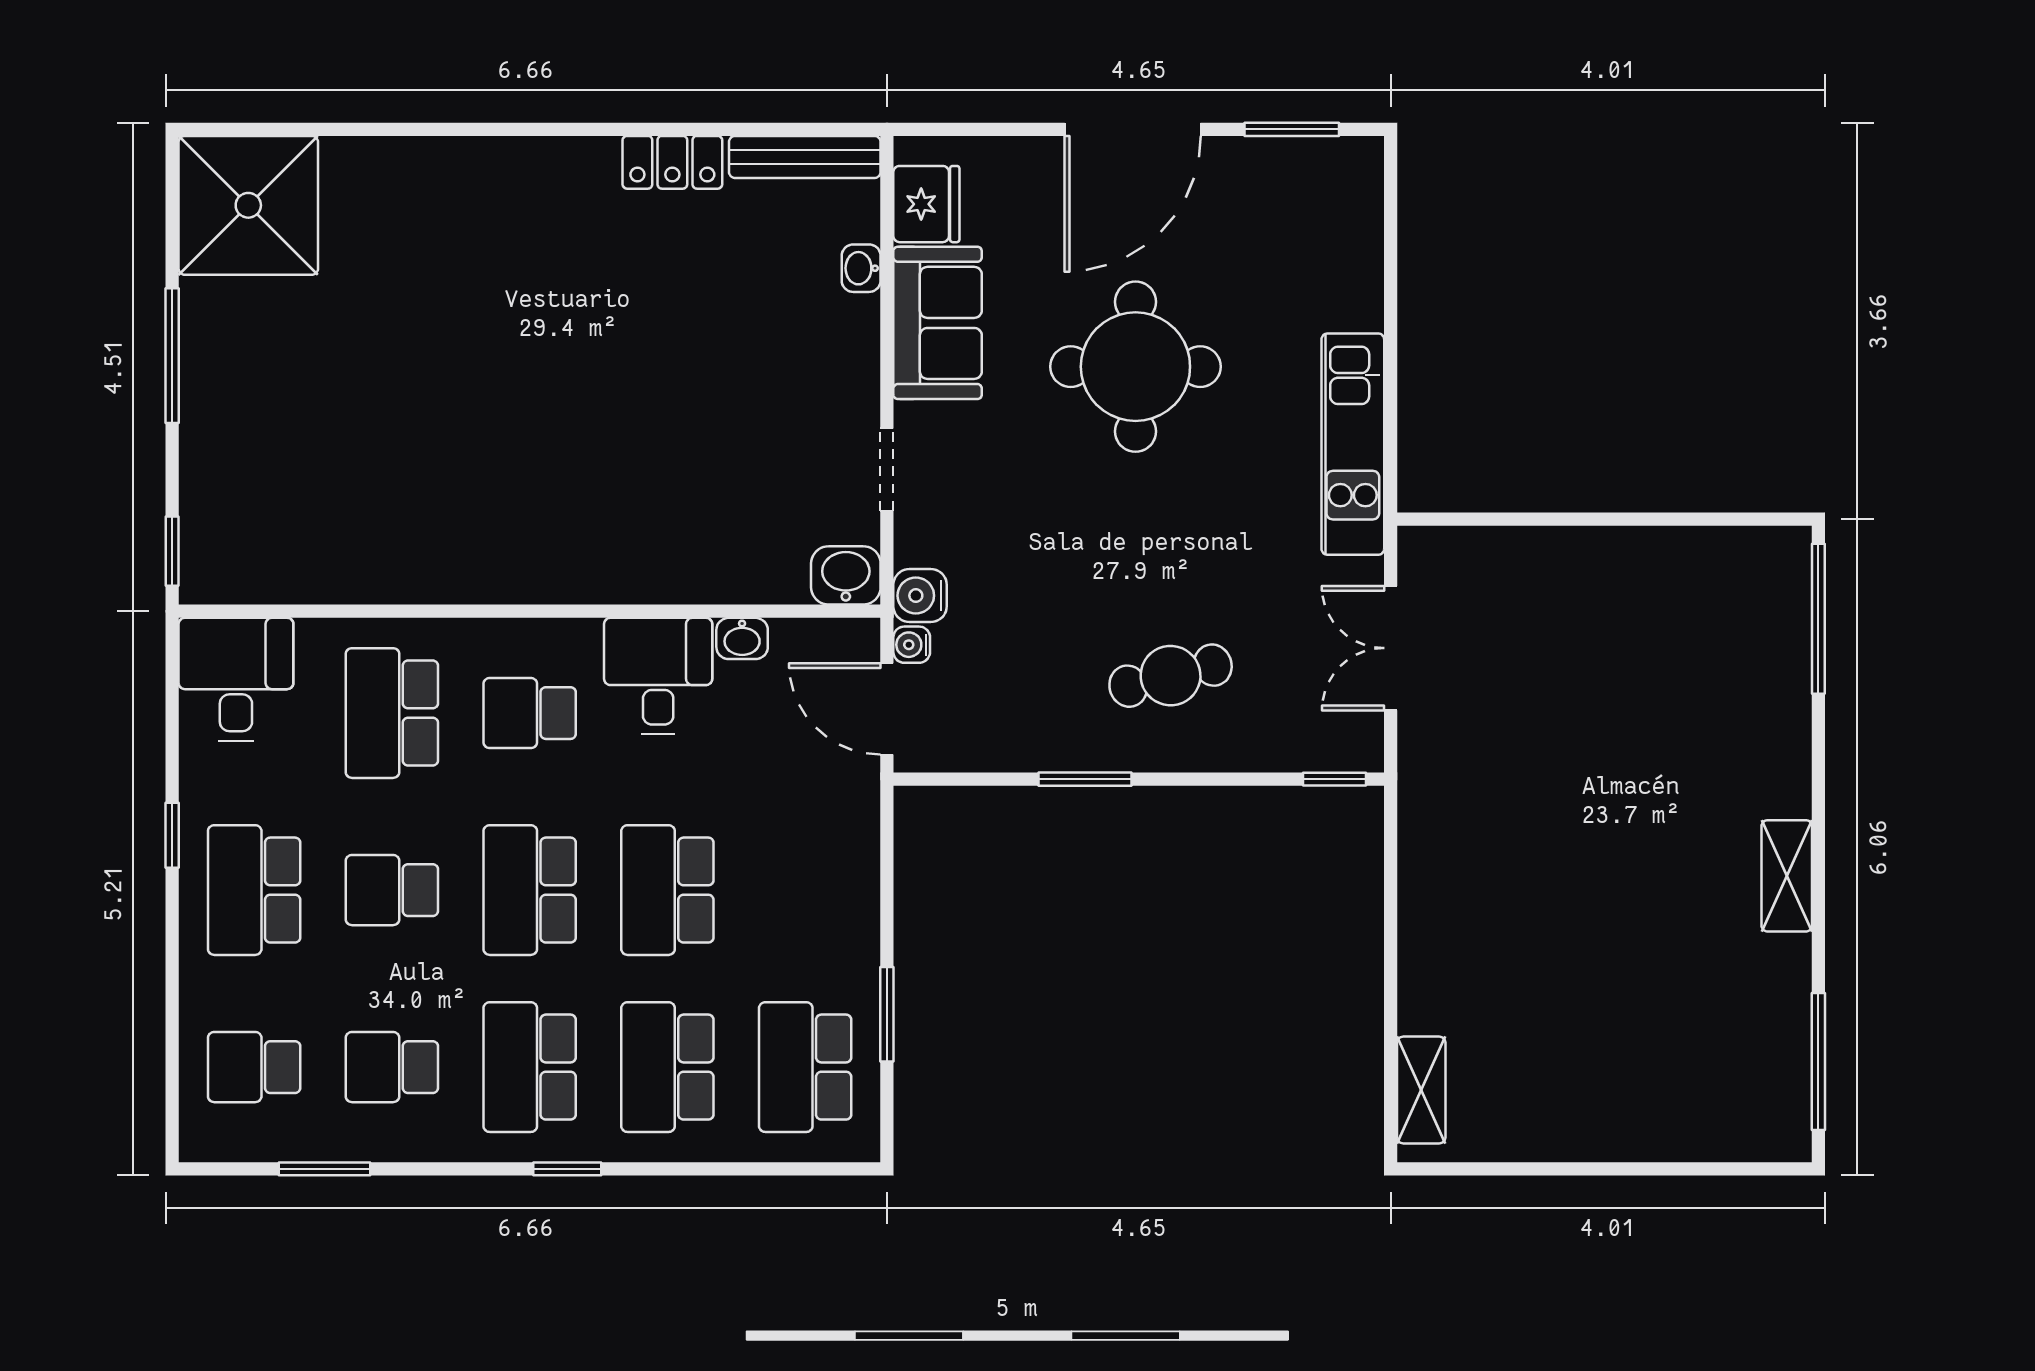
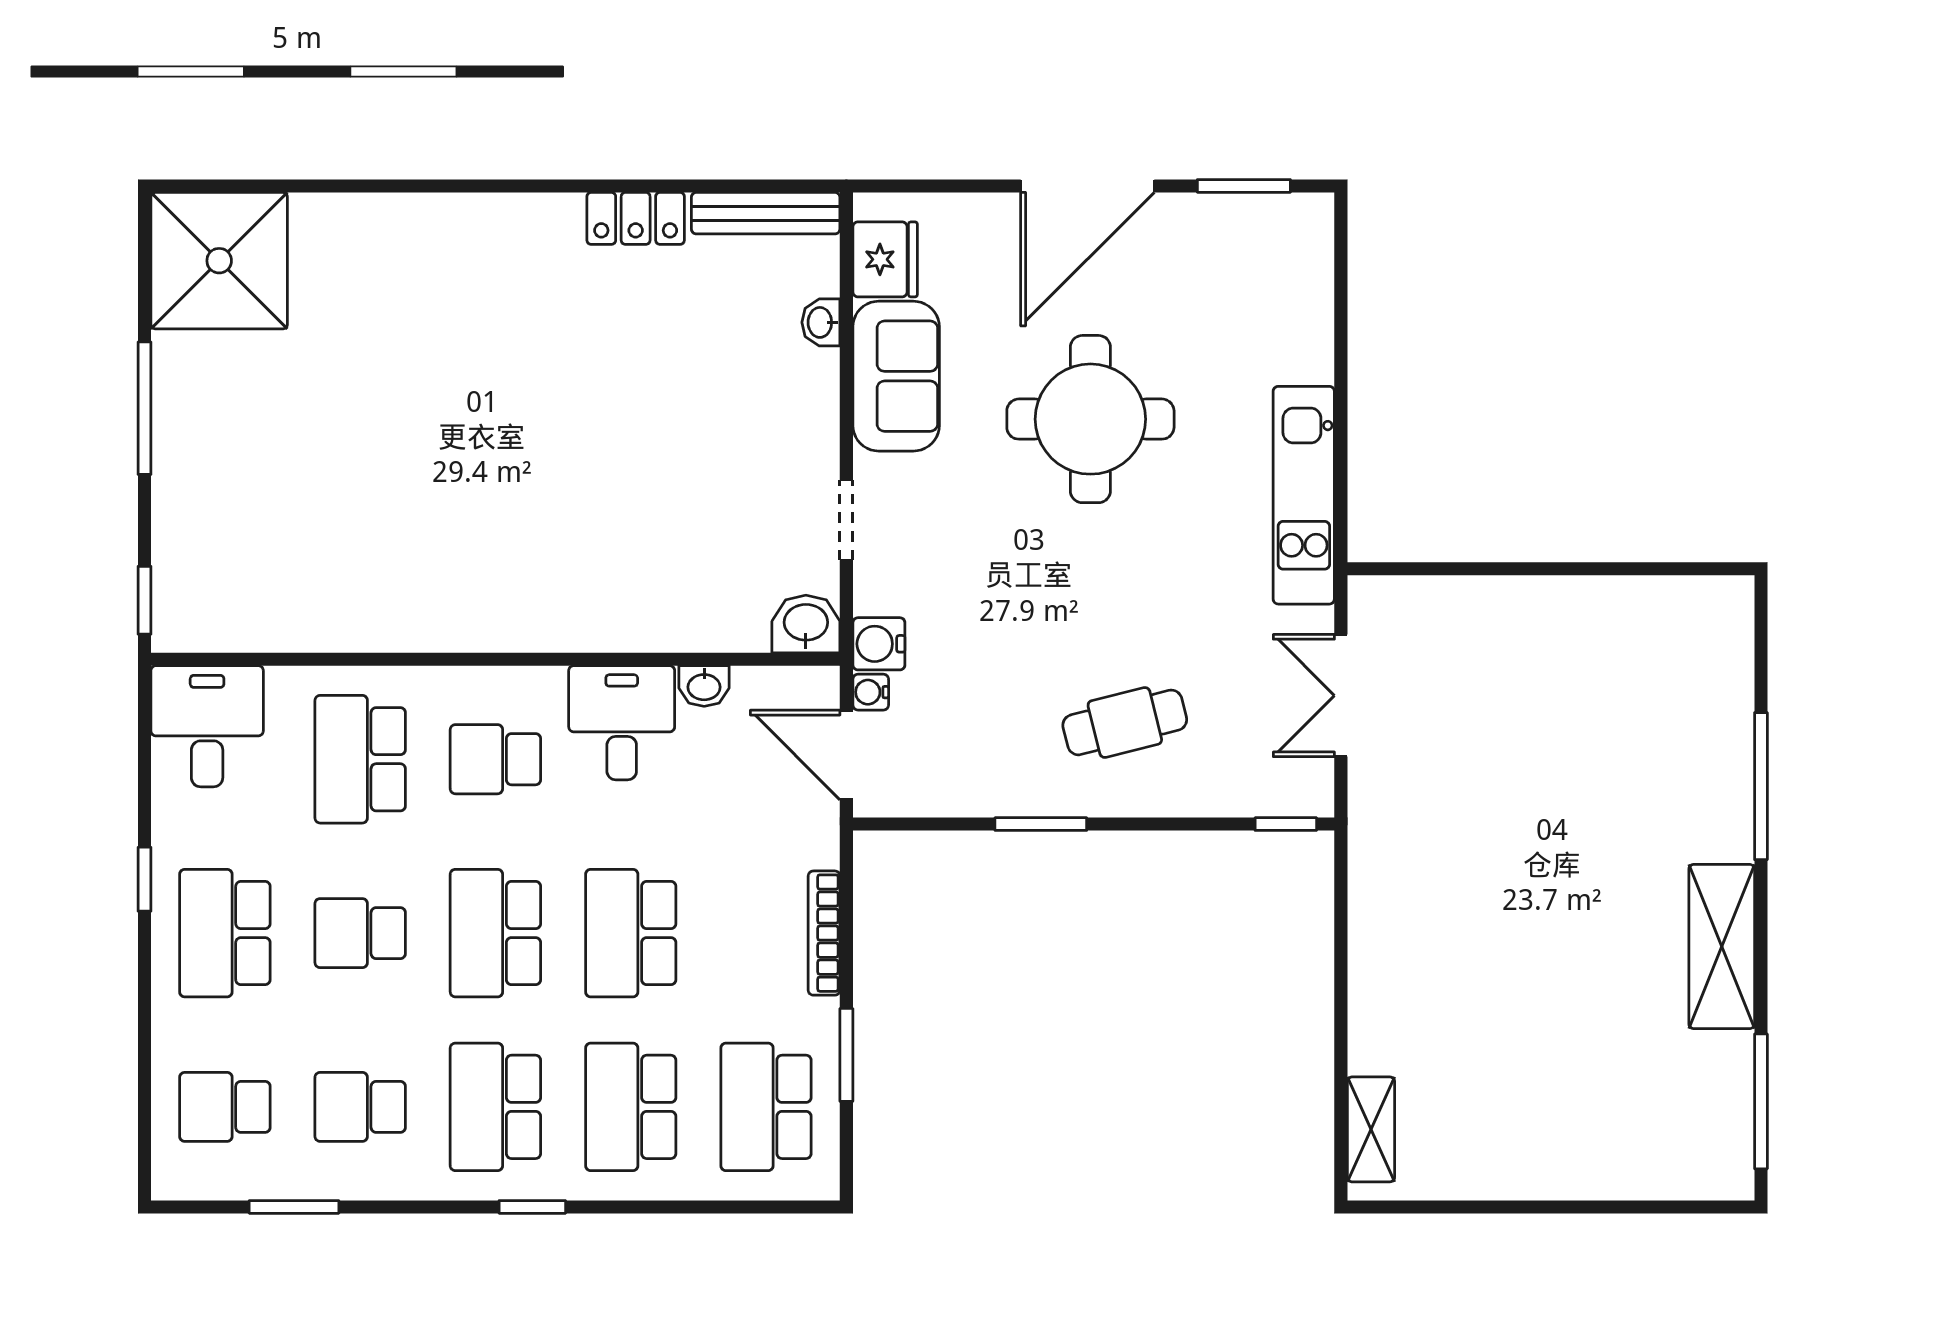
window: (1818, 619) -> (1761, 786), moved
shelving: (1787, 876) -> (1722, 946), width x1.50, depth x1.33
bookcase: (864, 890) -> (824, 933), added

